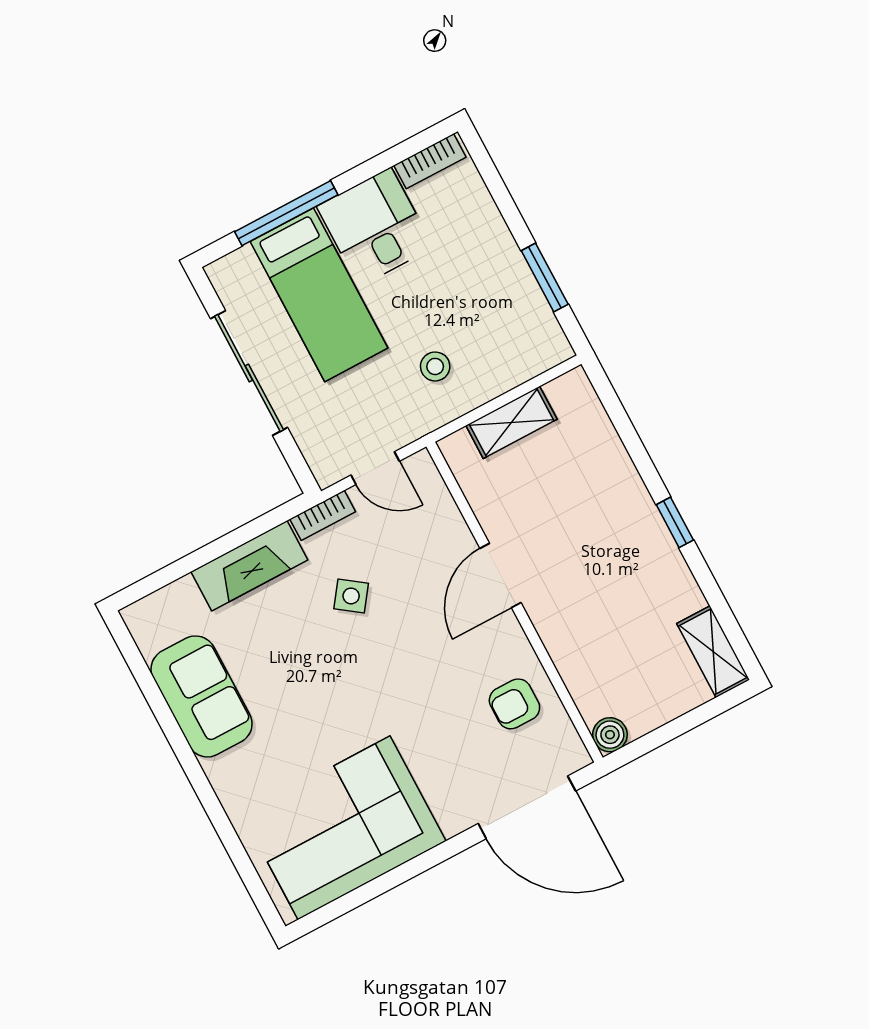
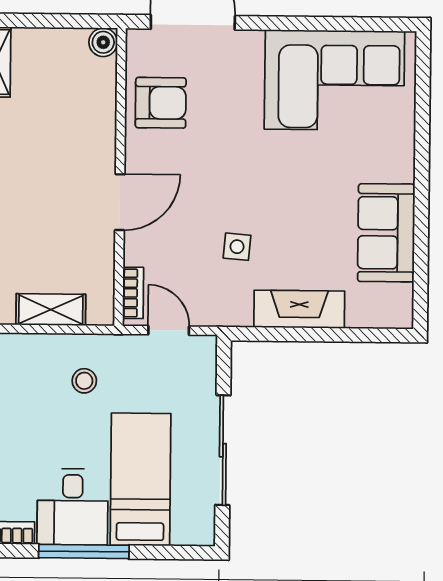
window: (286, 213) -> (84, 551), moved
bookcase: (323, 515) -> (133, 293), moved, turned 90
side table: (351, 596) -> (237, 247), turned -31
armchair: (514, 704) -> (161, 103), width x1.38, depth x1.38

